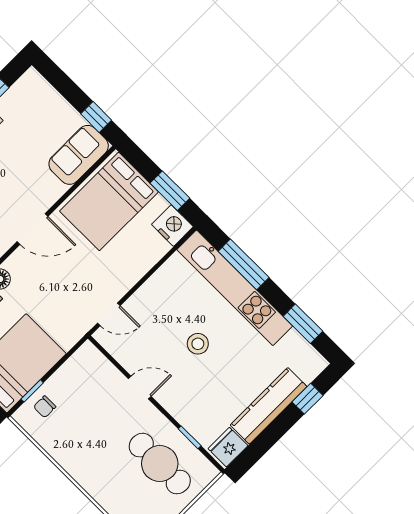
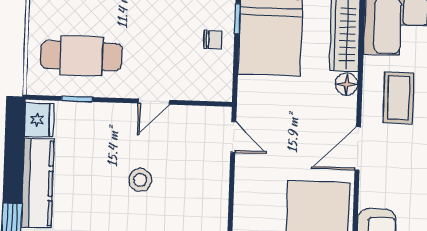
door: (109, 314) -> (233, 137), swing flipped
chair: (45, 407) -> (213, 40), moved, turned 90

